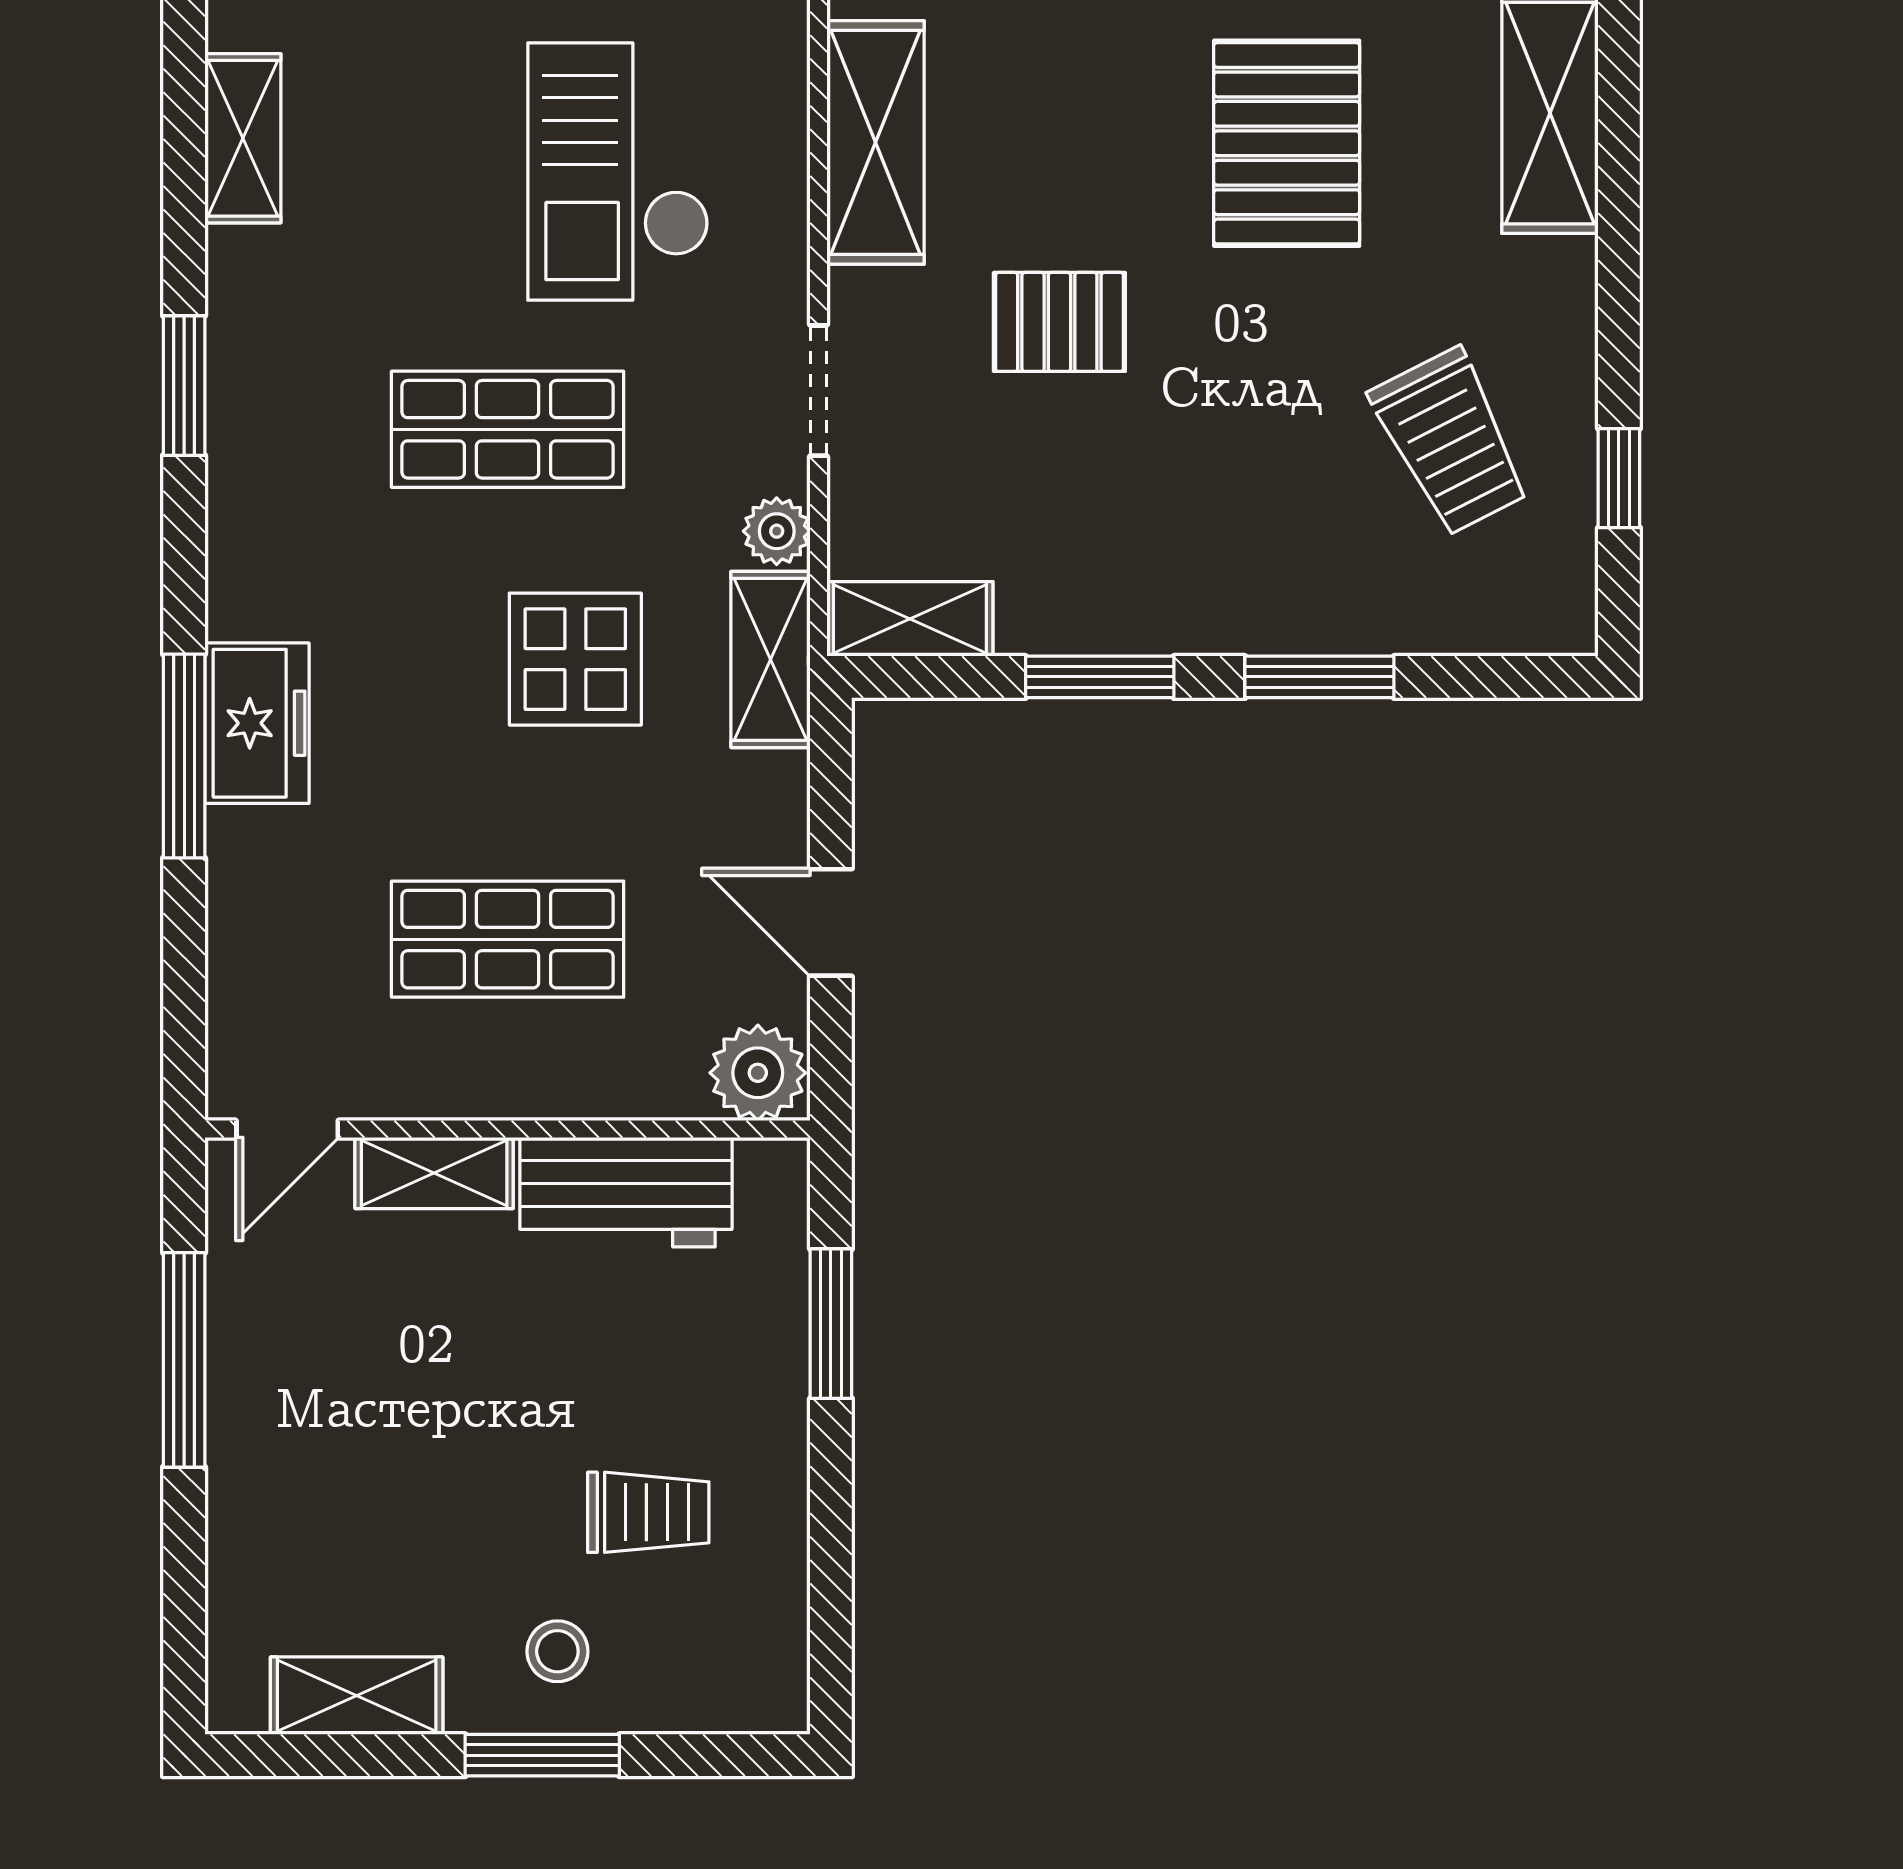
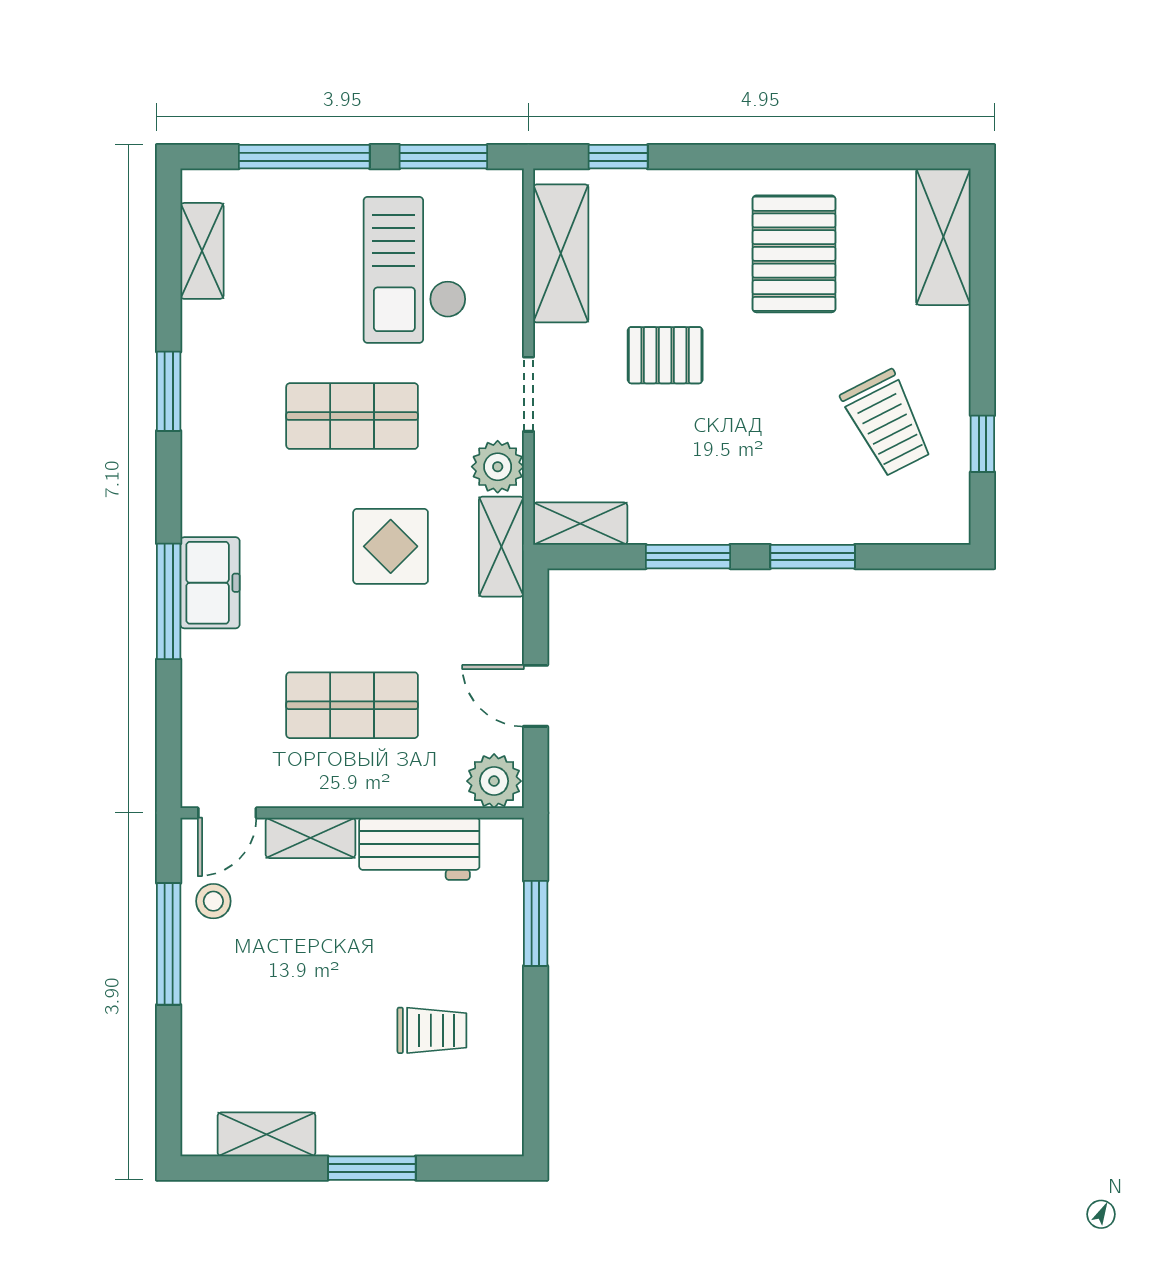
plant: (777, 531) -> (498, 467), width x1.38, depth x1.38
stool: (557, 1651) -> (213, 901), moved

